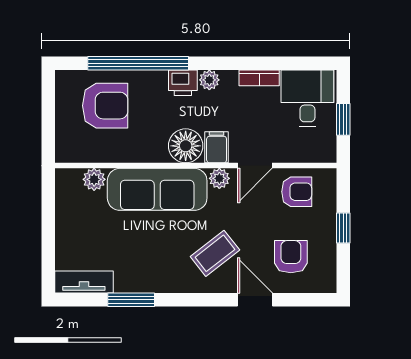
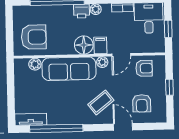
armchair: (105, 106) -> (34, 37), moved
armchair: (291, 257) -> (142, 103), turned 180
window: (131, 300) -> (56, 128), width x2.11

